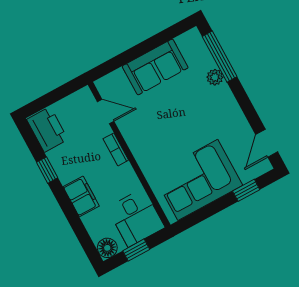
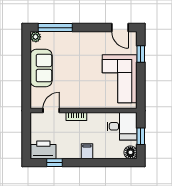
plant: (215, 77) -> (36, 37), moved
window: (47, 170) -> (54, 163), moved
filing cabinet: (81, 196) -> (87, 151), width x0.50

